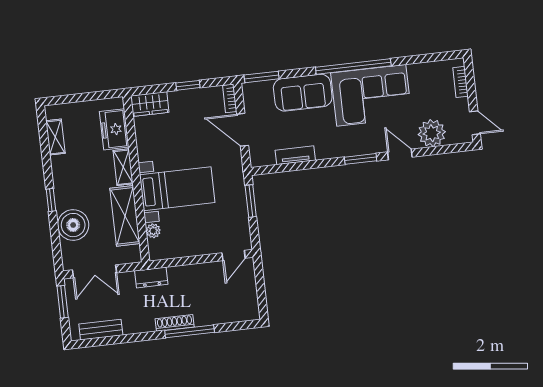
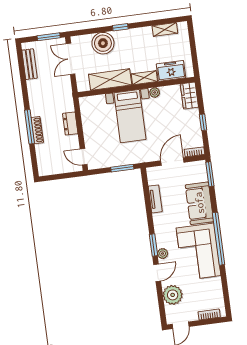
plant: (373, 146) -> (163, 254), added
plant: (153, 231) -> (155, 92), moved
dresser: (151, 277) -> (70, 124), moved
shoe rack: (175, 323) -> (37, 130), moved

